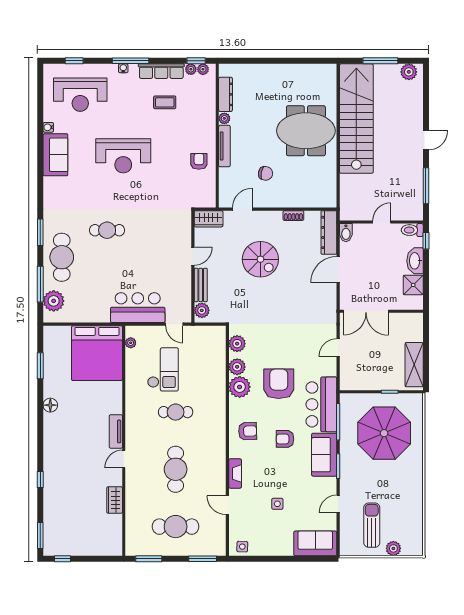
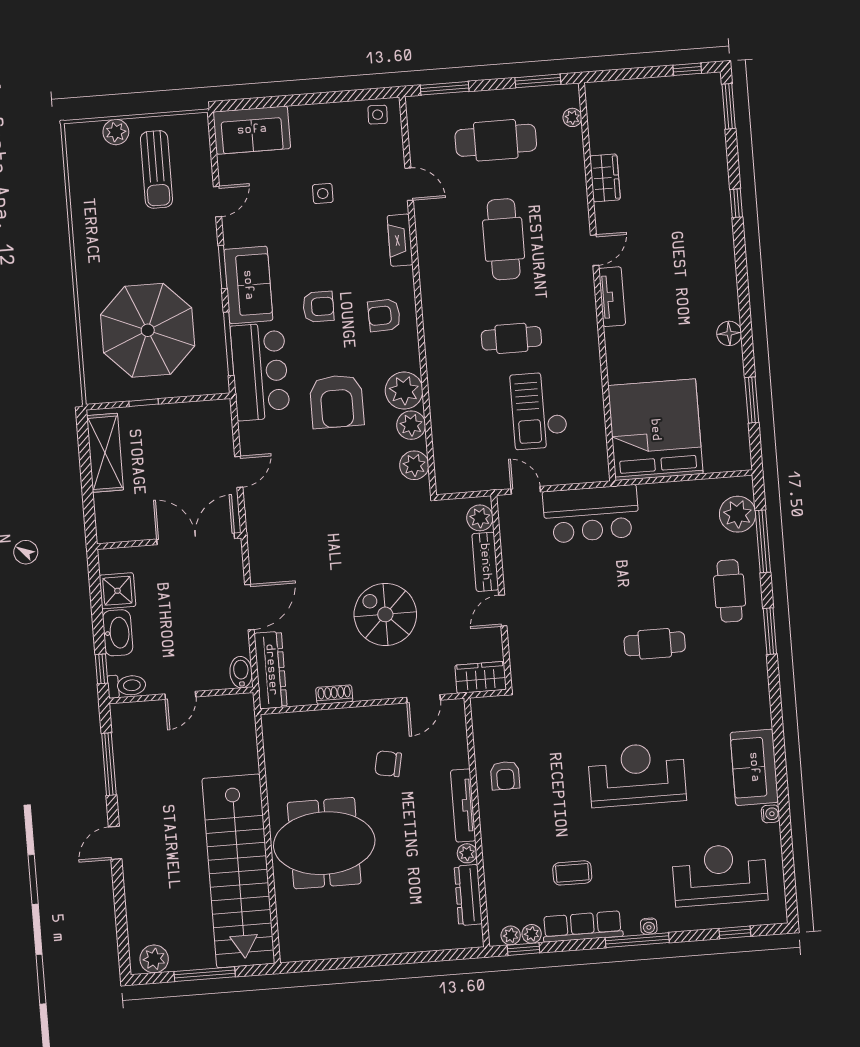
cafe table: (62, 257) -> (730, 591), width x0.73, depth x0.74
plant: (131, 343) -> (572, 117), moved

